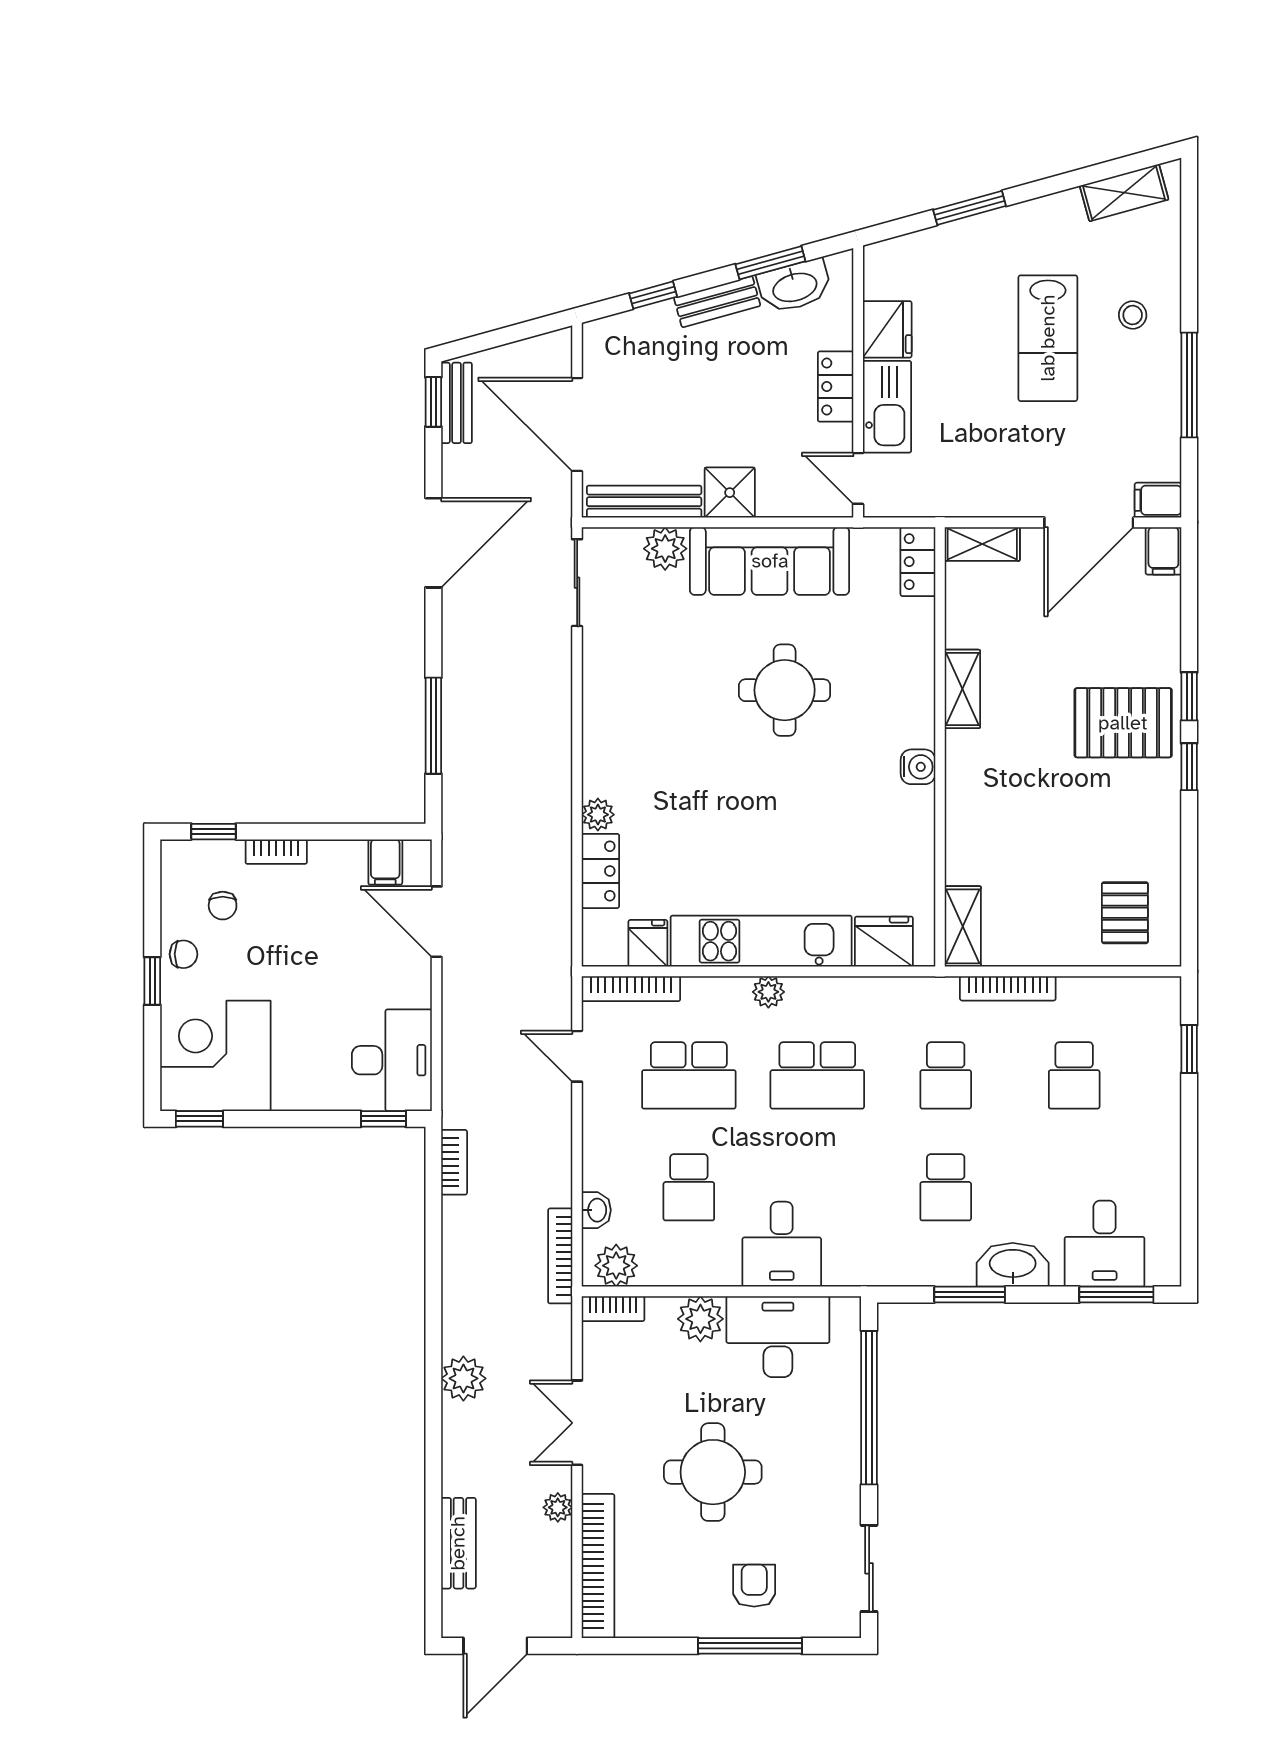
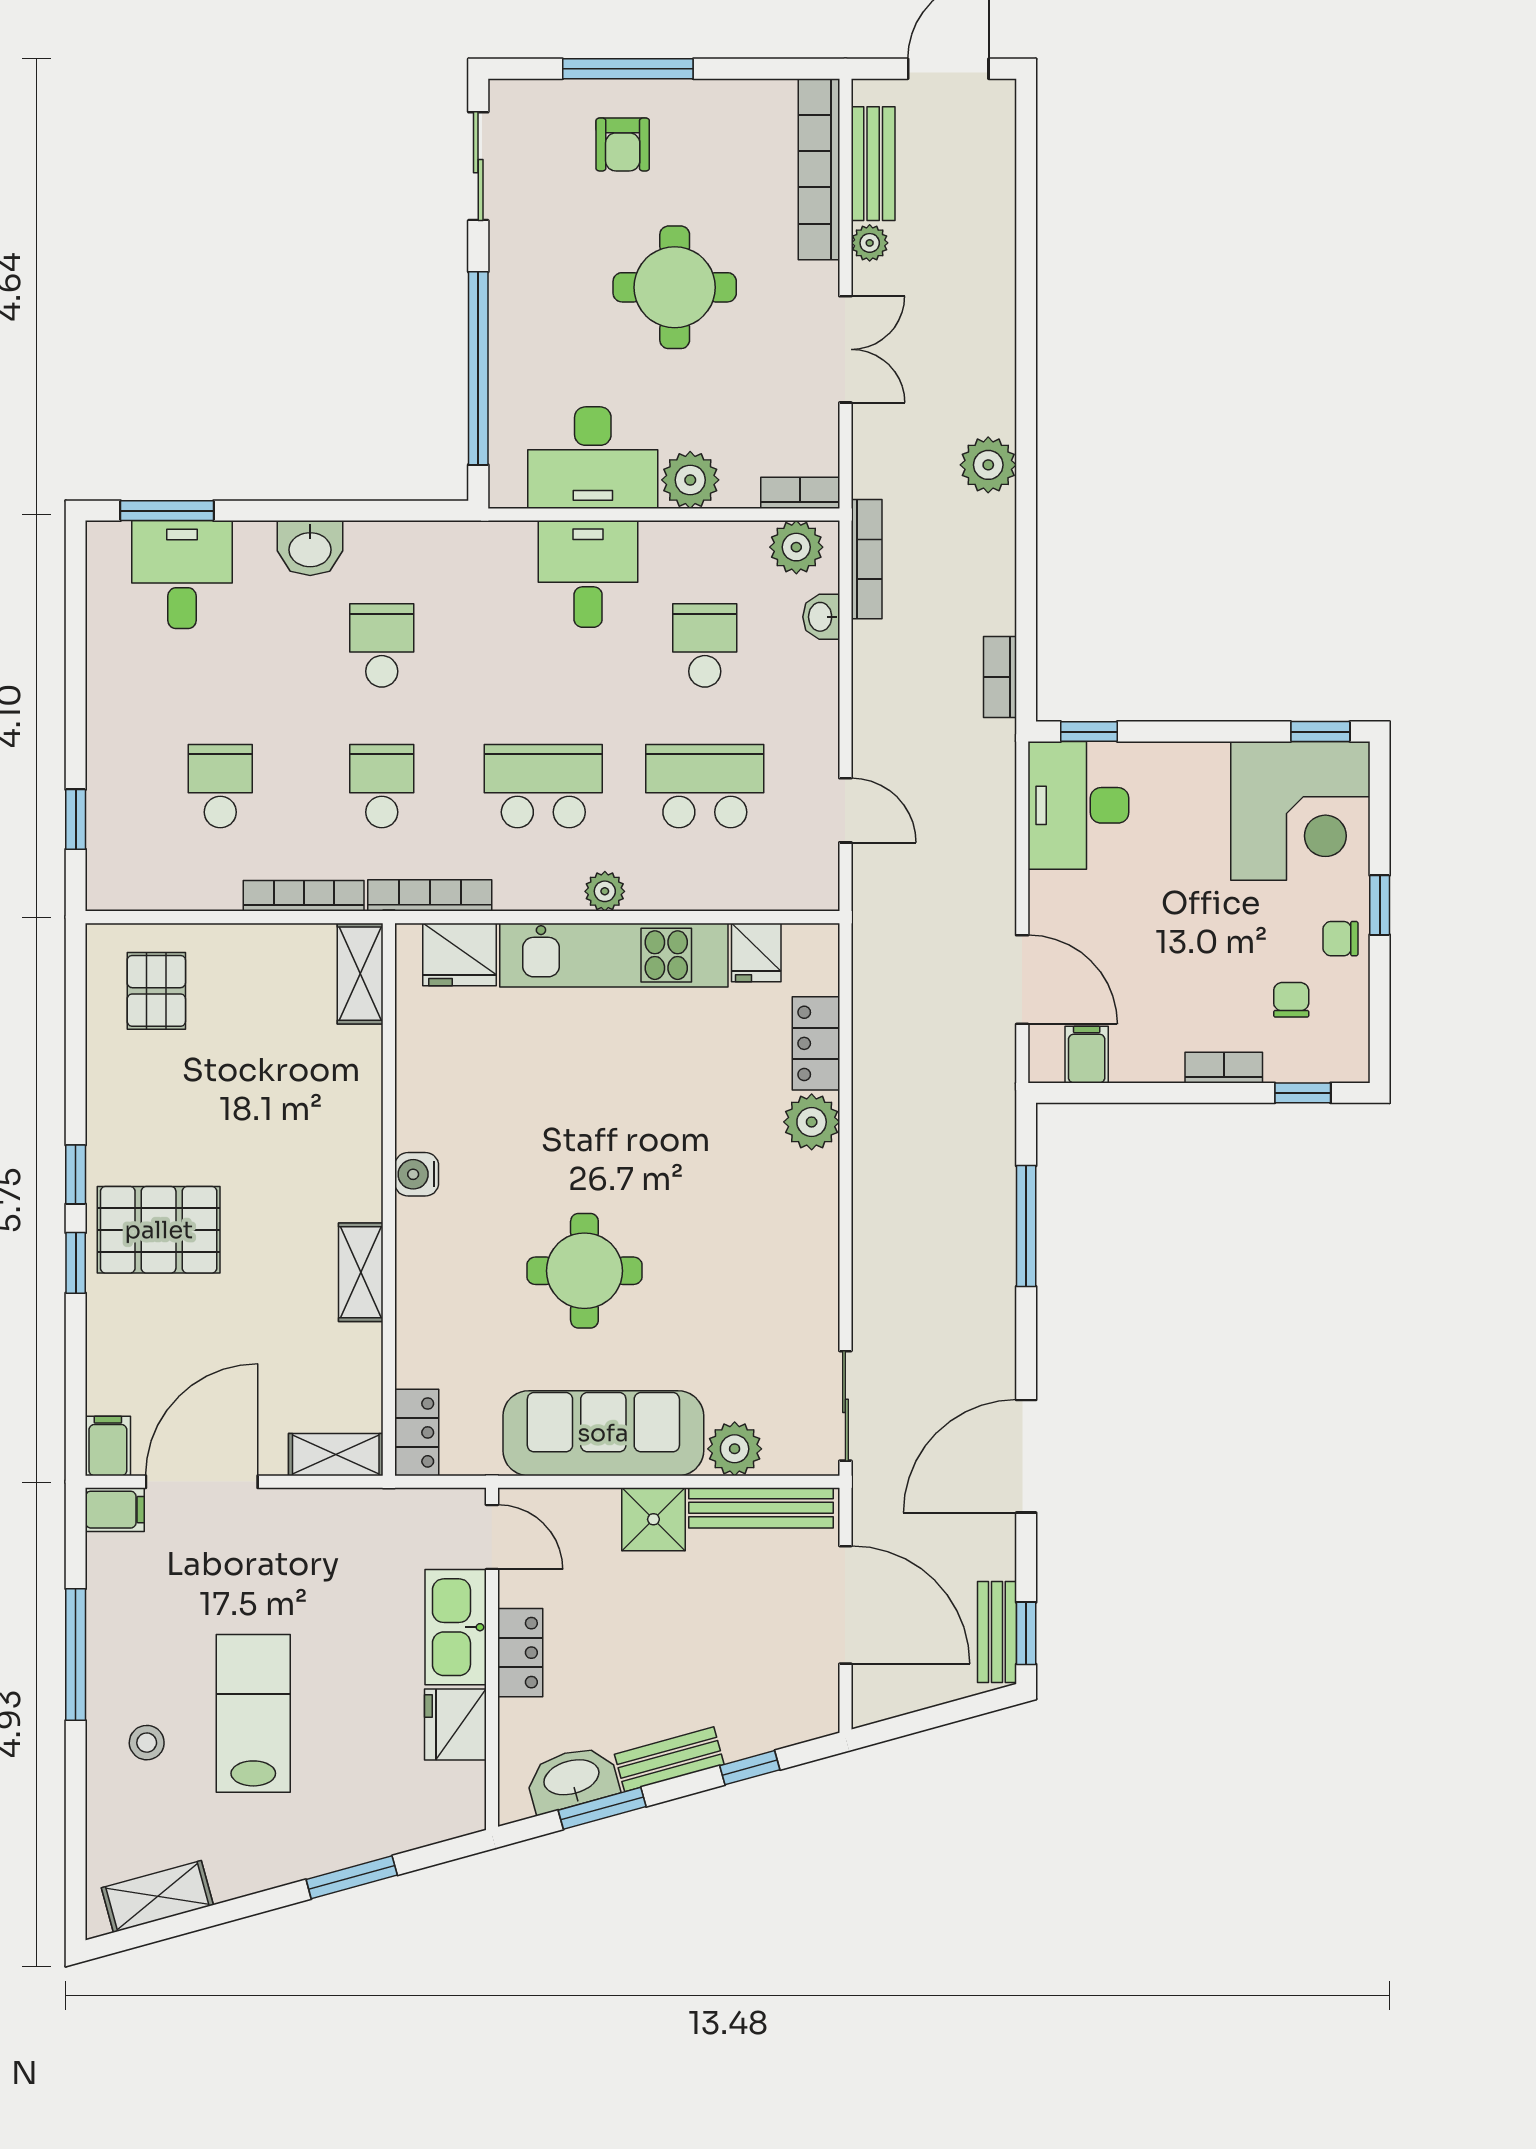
plant: (598, 815) -> (812, 1122), width x1.38, depth x1.38
bookcase: (631, 989) -> (430, 895), moved
washbasin: (1013, 1265) -> (310, 548), width x0.72
window: (970, 1295) -> (352, 511), removed
plant: (463, 1378) -> (988, 465), moved
bench: (458, 1543) -> (873, 164), moved

